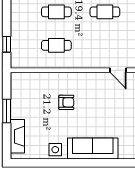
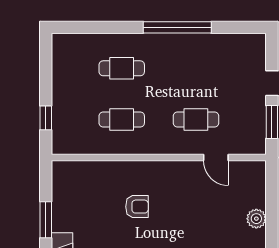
cafe table: (105, 12) -> (196, 120), moved

